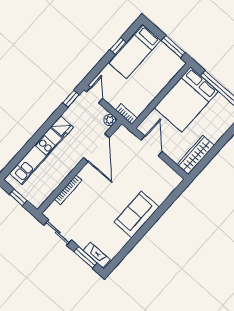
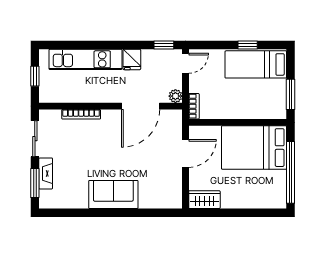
wardrobe: (196, 155) -> (204, 200), width x0.67
fireplace: (97, 255) -> (46, 173), moved

